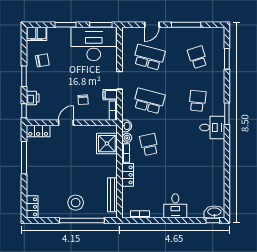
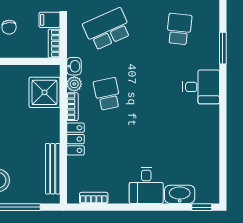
school desk: (149, 101) -> (107, 29), turned -39
desk: (212, 127) -> (201, 87), moved
washbasin: (214, 212) -> (180, 194), moved

